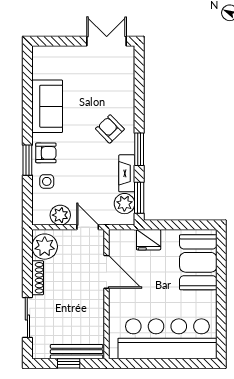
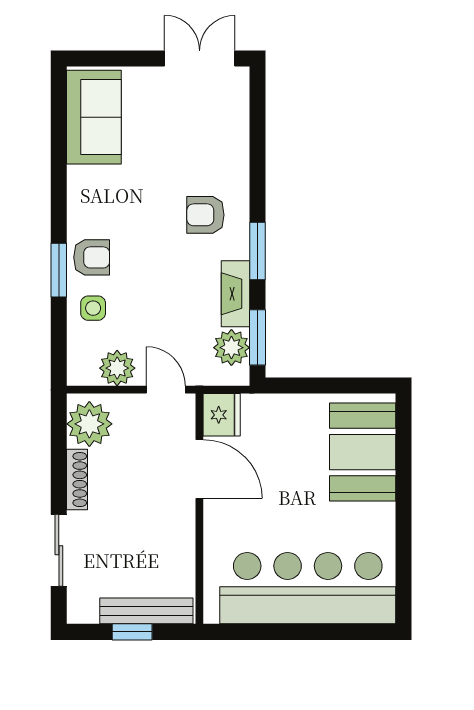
sofa: (47, 106) -> (94, 117), moved
armchair: (110, 129) -> (205, 215), turned -46
fridge: (149, 240) -> (222, 415), moved, turned -90

